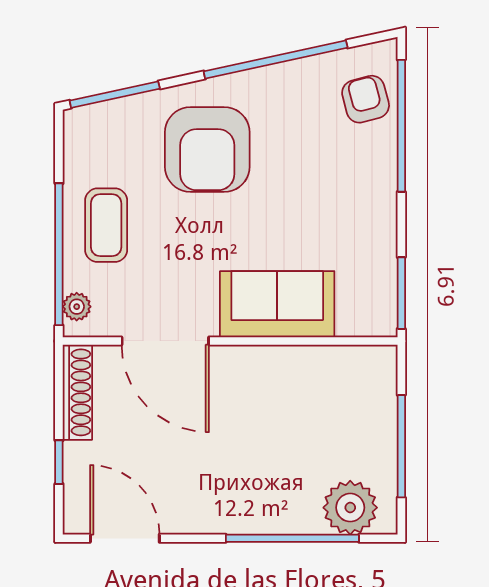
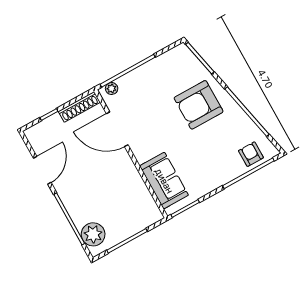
armchair: (366, 99) -> (251, 154), turned -75
coffee table: (106, 225) -> (149, 82), removed
sofa: (277, 304) -> (164, 181), moved
door: (165, 341) -> (117, 129), hinge flipped
door: (125, 538) -> (42, 170), moved

